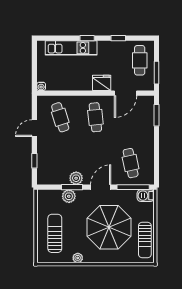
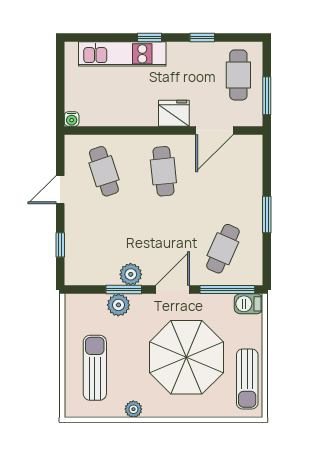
window: (156, 115) -> (267, 214), moved
cafe table: (131, 163) -> (223, 249), turned 36

